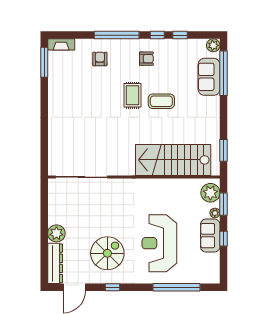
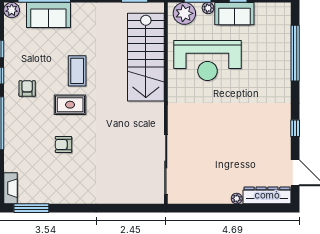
armchair: (100, 59) -> (63, 144), moved
plant: (56, 233) -> (237, 198), width x0.53, depth x0.53
reception desk: (159, 243) -> (207, 61), moved
spiral stairs: (107, 253) -> (255, 134), removed

